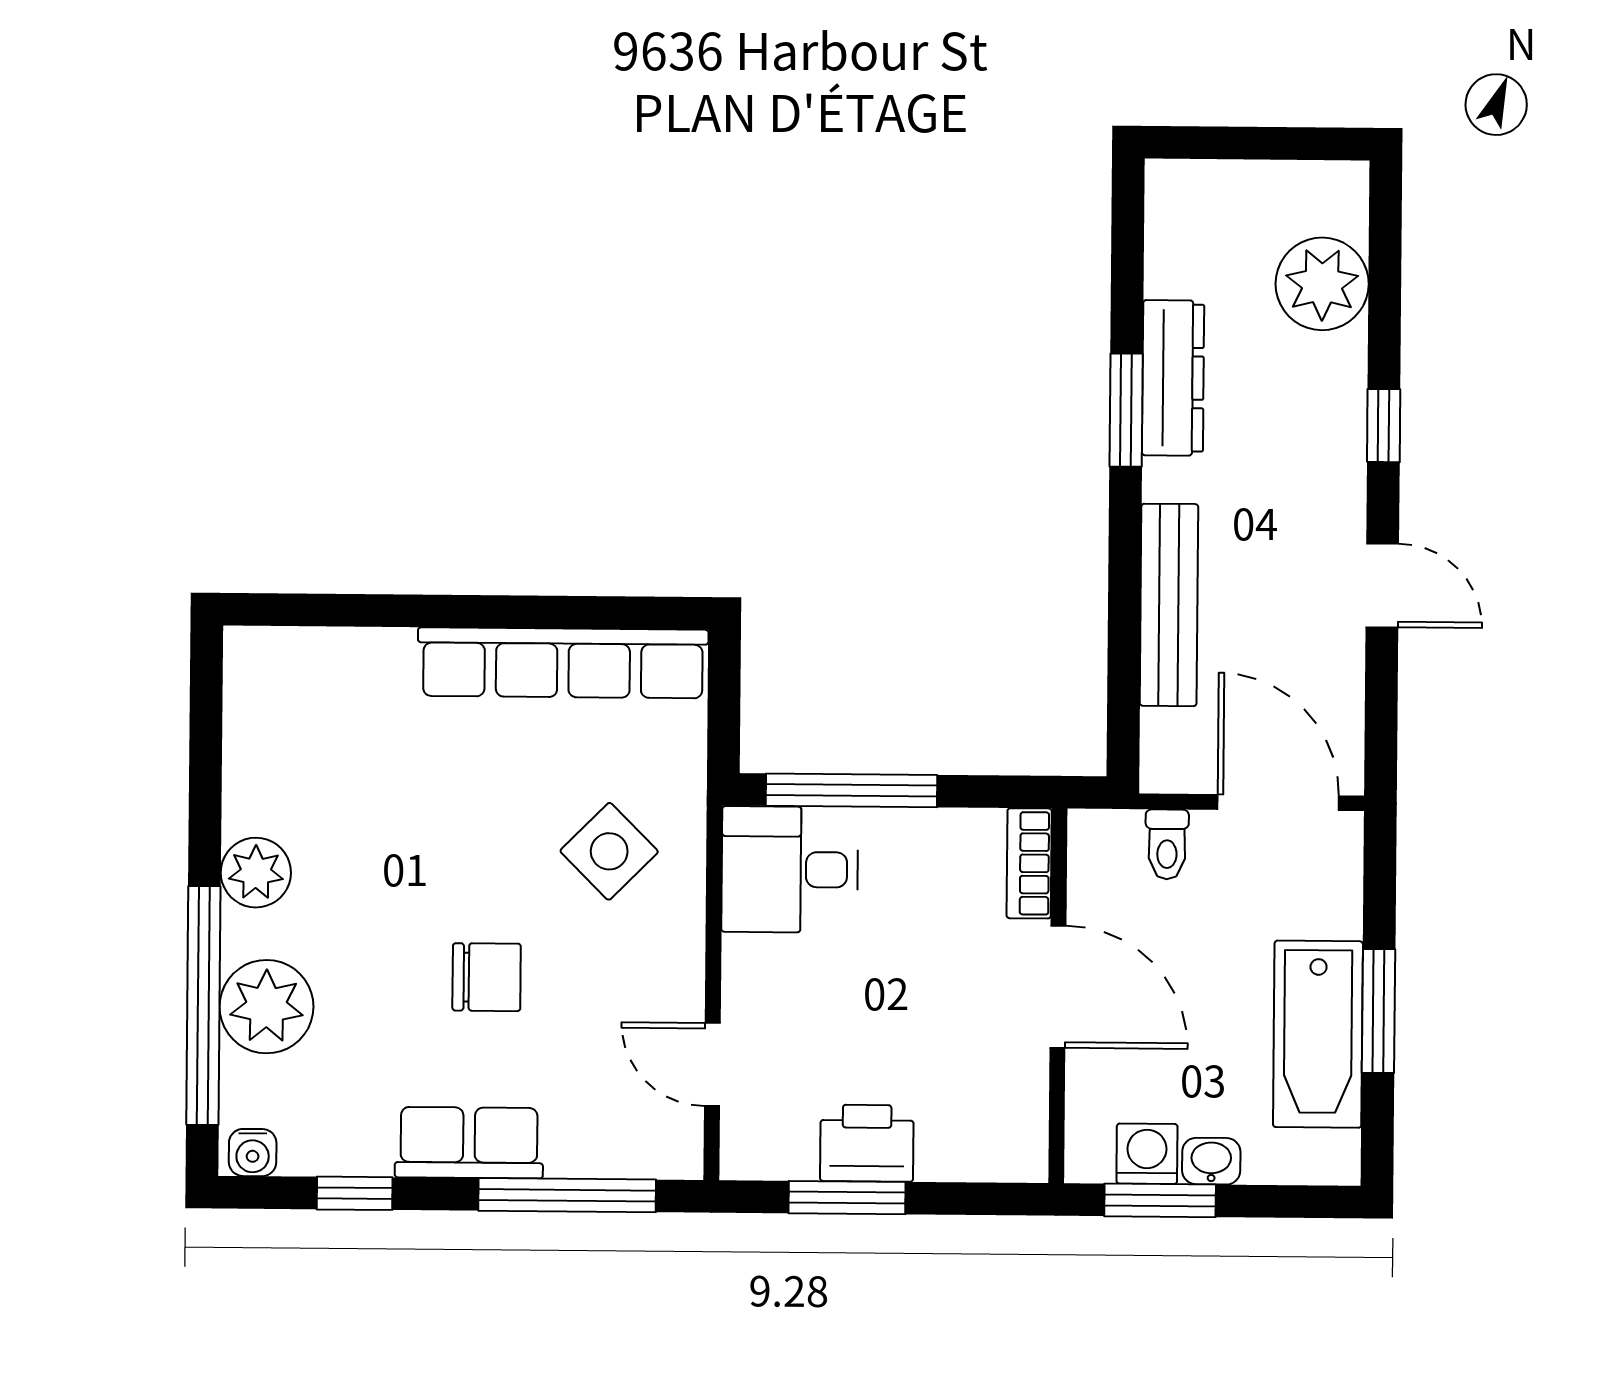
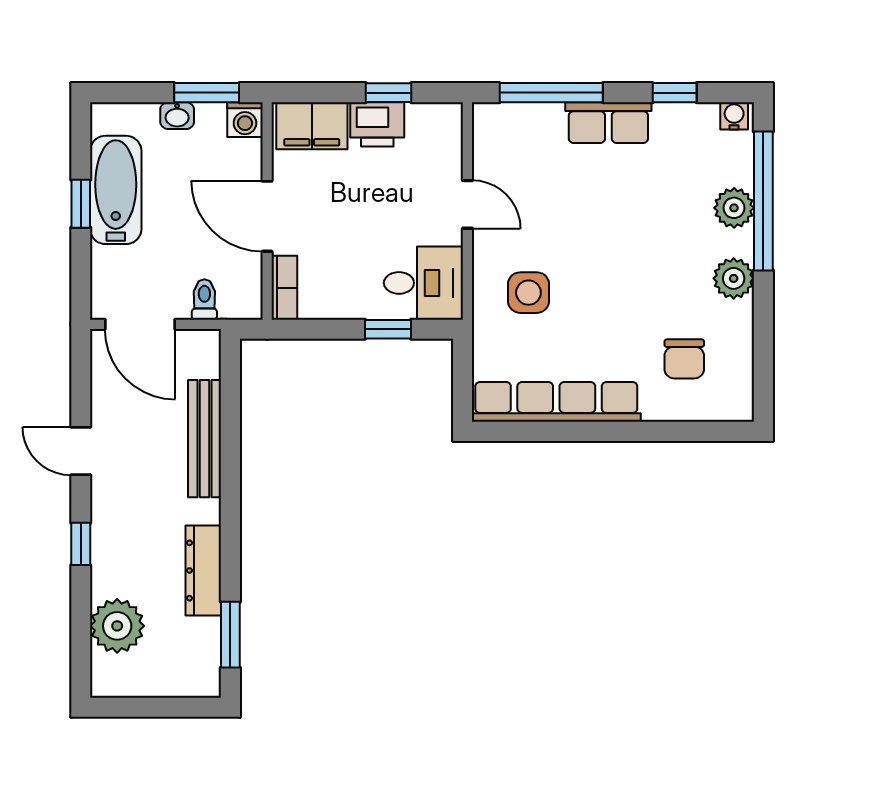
window: (1126, 410) -> (230, 635), moved
window: (852, 790) -> (388, 329), width x0.46
side table: (609, 851) -> (528, 293), turned 45
chair: (487, 977) -> (684, 359), moved, turned -90
plant: (267, 1007) -> (734, 208), width x0.73, depth x0.73
window: (1378, 1011) -> (81, 204), width x0.67
door: (712, 1065) -> (467, 204), moved
filing cabinet: (980, 1142) -> (312, 126), added
washing machine: (1147, 1154) -> (245, 120), moved
window: (847, 1198) -> (389, 93), width x0.67

